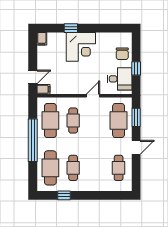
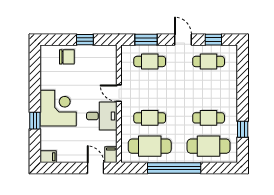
desk: (120, 79) -> (102, 116), moved, turned 90
cafe table: (119, 120) -> (150, 61), width x0.73, depth x0.74
window: (136, 172) -> (213, 40), added

